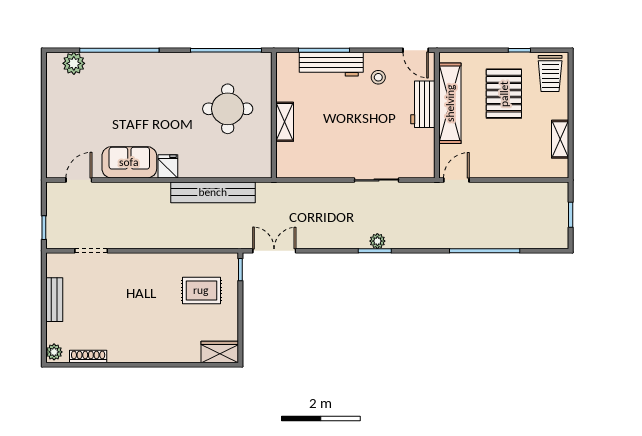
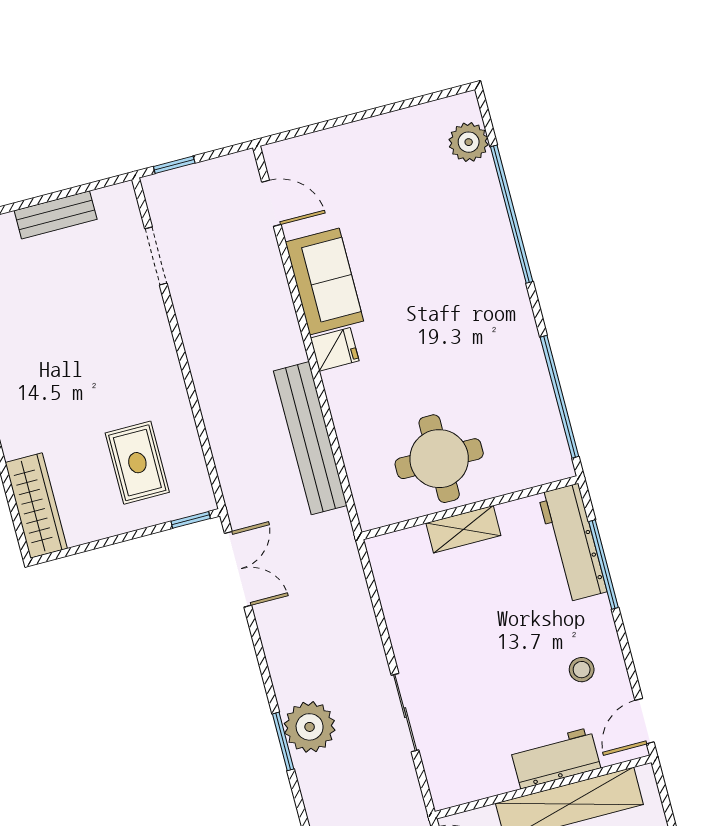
workbench: (331, 64) -> (572, 543), moved
round table: (228, 109) -> (439, 459), moved
plant: (377, 241) -> (310, 727), width x1.88, depth x1.88
wardrobe: (220, 352) -> (36, 506), width x1.50

